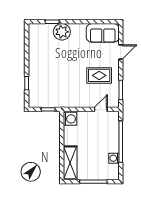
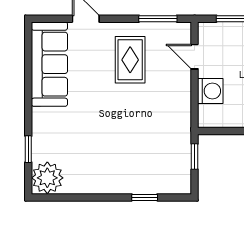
plant: (62, 32) -> (47, 178), moved
sofa: (103, 33) -> (49, 64), width x1.36
washing machine: (70, 119) -> (210, 91), moved, turned 90

